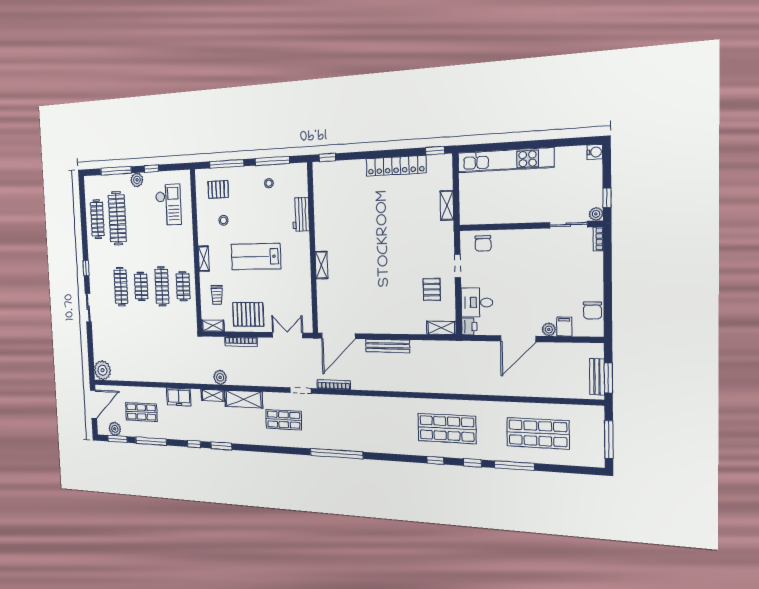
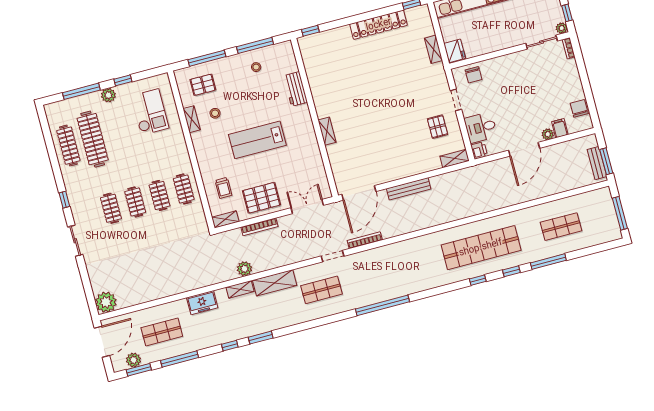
fridge: (469, 212) -> (455, 51), added
shelving: (204, 259) -> (192, 119), moved
clothes rail: (162, 286) -> (159, 195), width x0.73
clothes rail: (121, 287) -> (111, 208), width x0.73
chair: (593, 310) -> (579, 108), turned 180
shop shelf: (447, 428) -> (481, 248), width x1.40
shop shelf: (538, 433) -> (561, 227), width x0.70, depth x0.74

